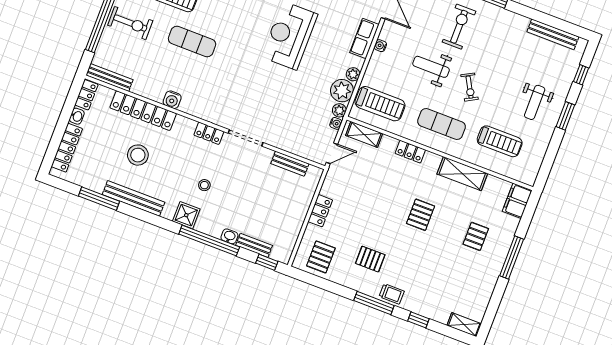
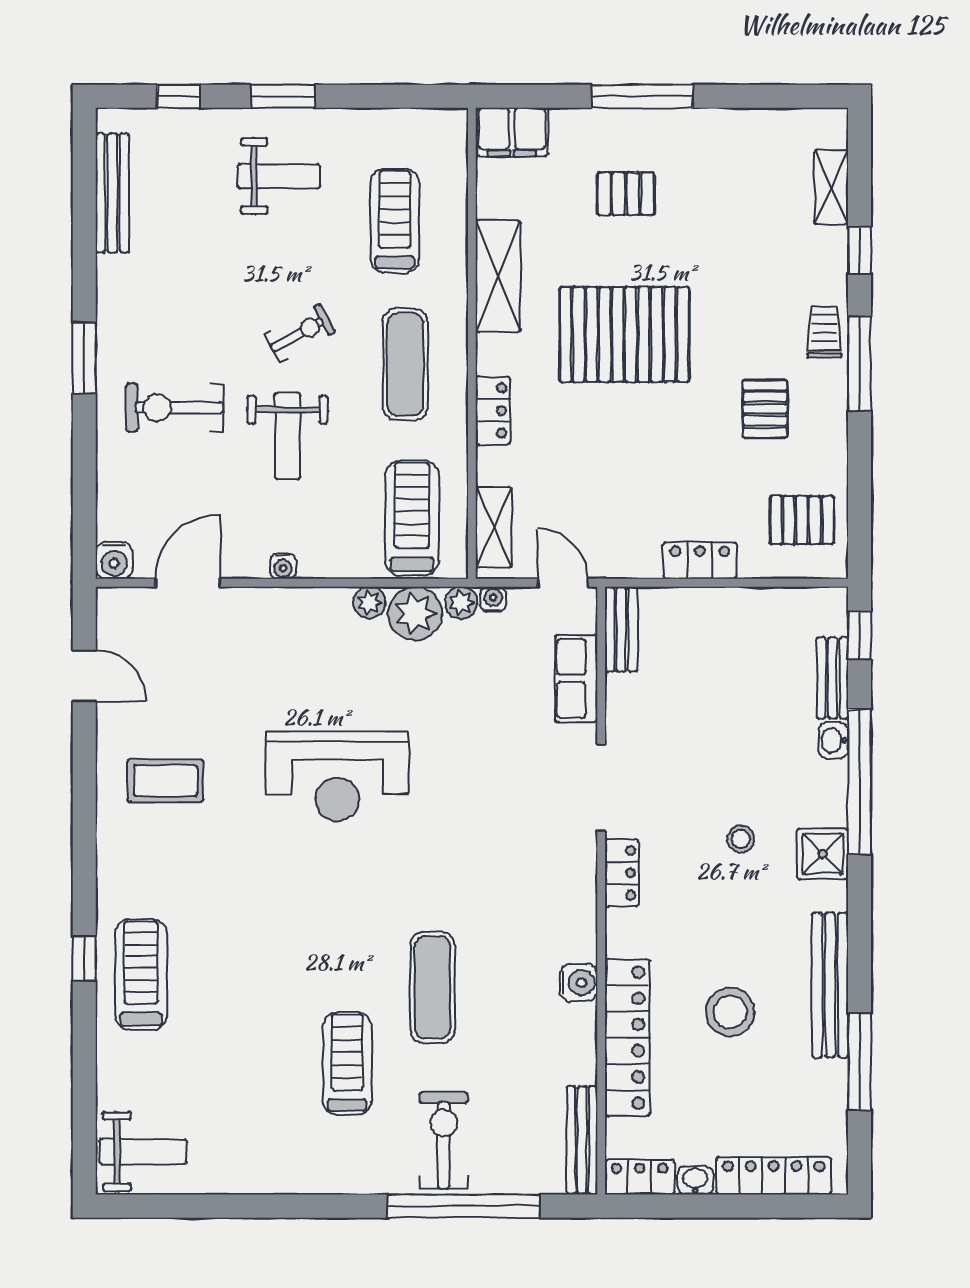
row of seats: (364, 38) -> (576, 678), moved, turned 90
bench: (290, 164) -> (621, 629), moved
pallet: (421, 215) -> (624, 334), width x2.05, depth x2.00
shelving: (464, 325) -> (831, 187), moved

